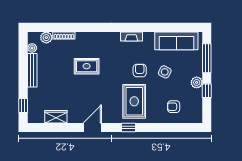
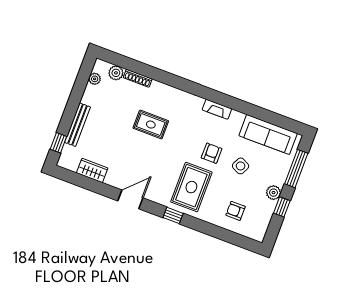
bench: (32, 70) -> (78, 125), moved

